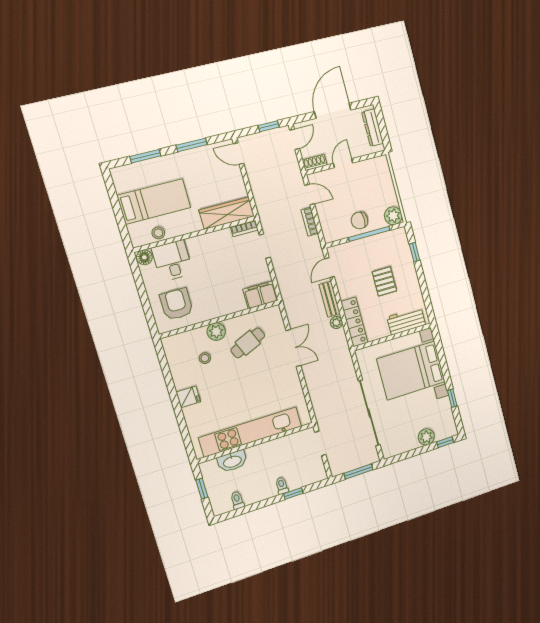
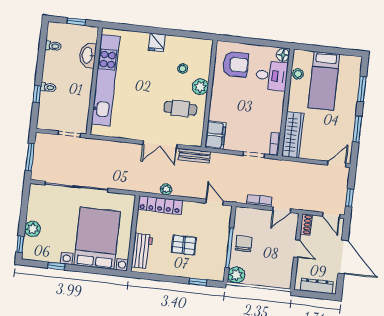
bench: (330, 299) -> (194, 156), moved
cafe table: (248, 343) -> (180, 108), turned -67

